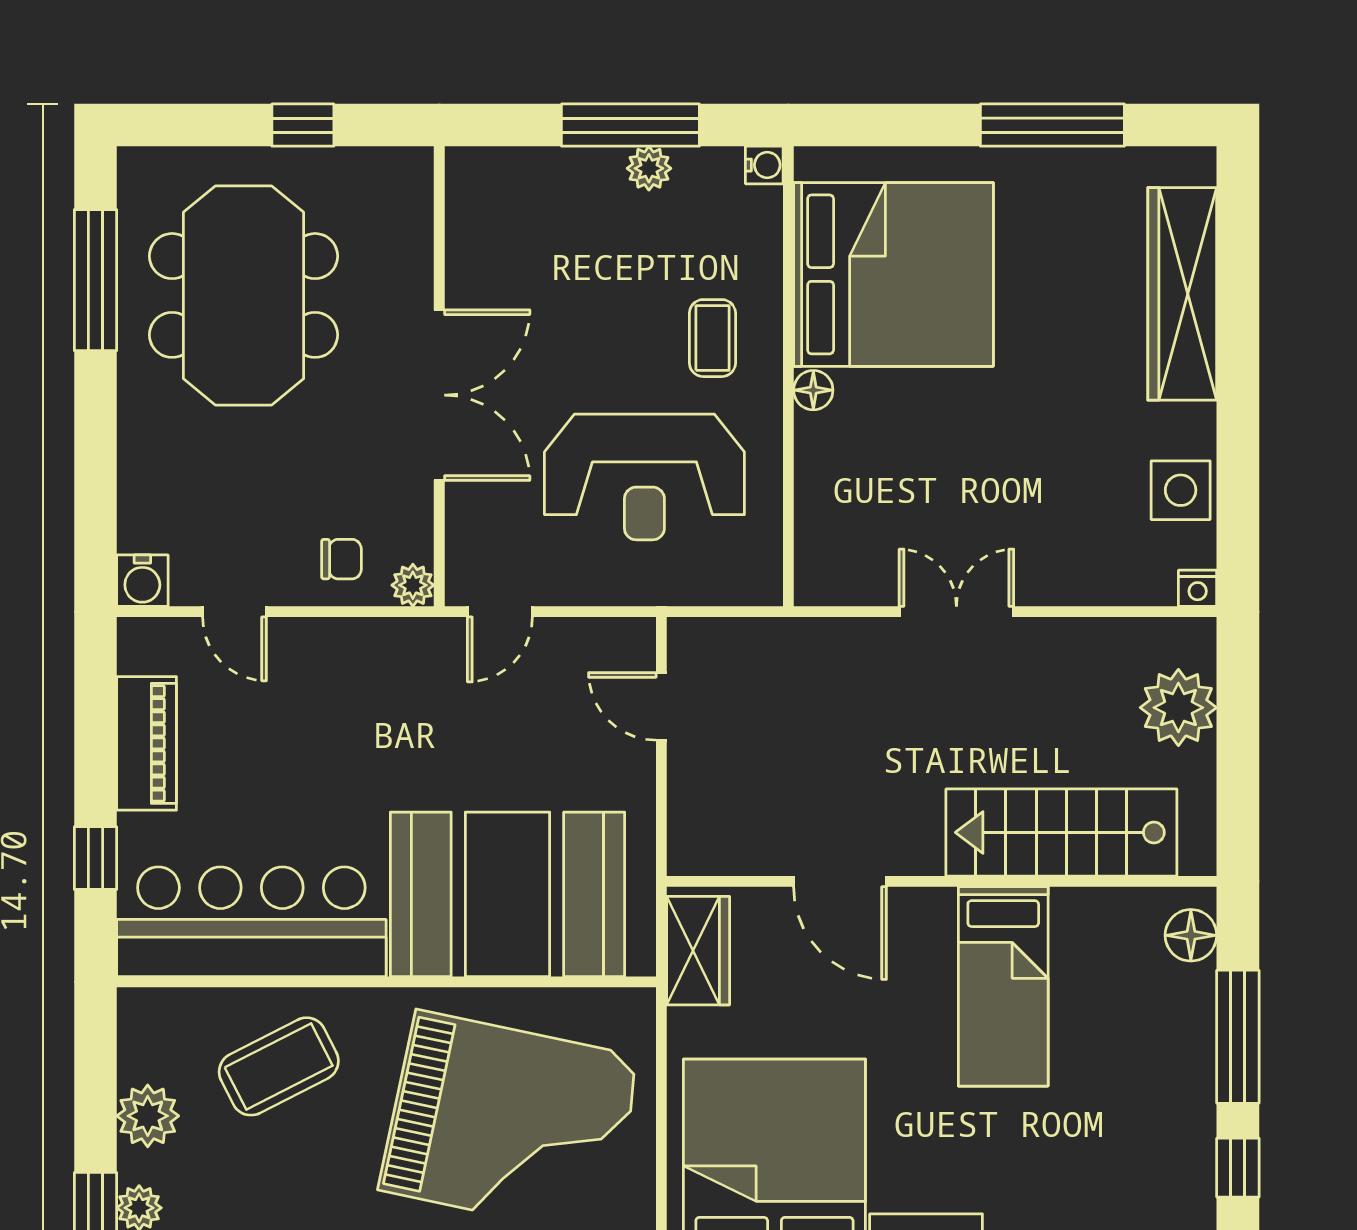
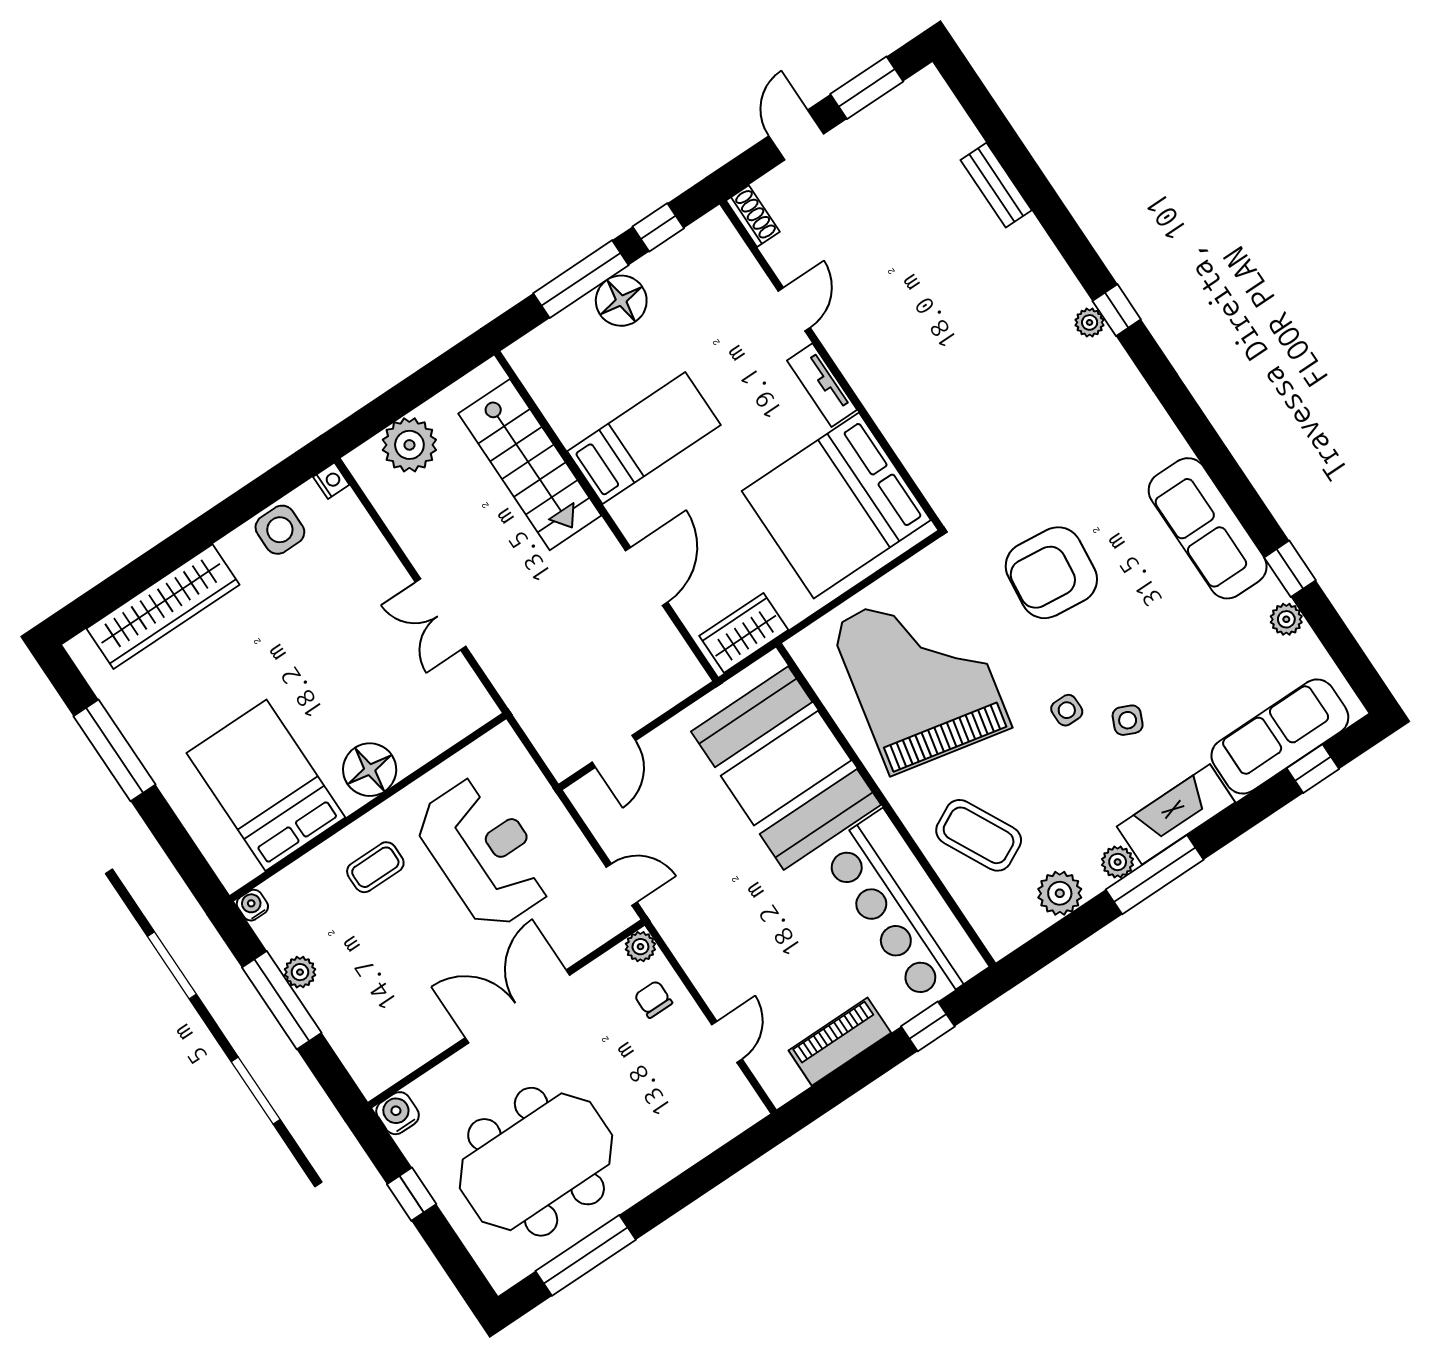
bed: (893, 274) -> (266, 785), width x0.73
floor lamp: (813, 390) -> (370, 770), width x1.89, depth x1.89
water cooler: (142, 581) -> (398, 1113), moved, turned -90
floor lamp: (1191, 935) -> (621, 301), moved, width x1.38, depth x1.38

